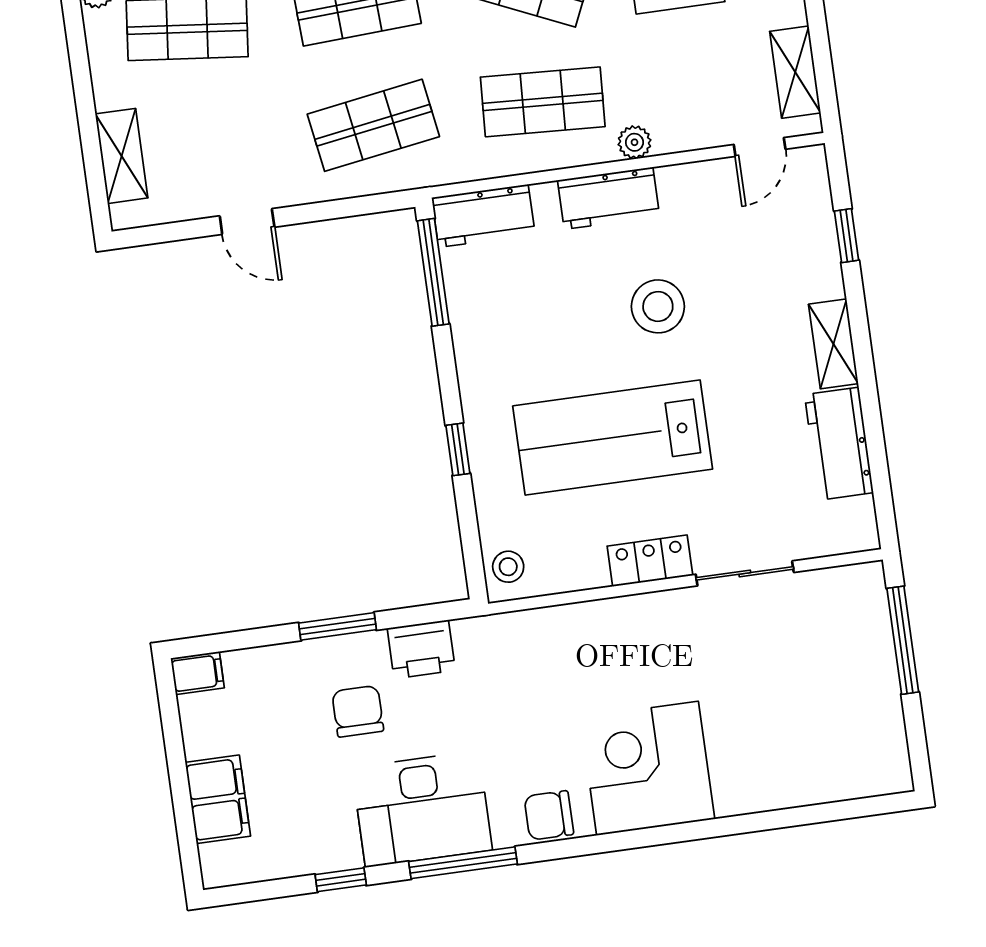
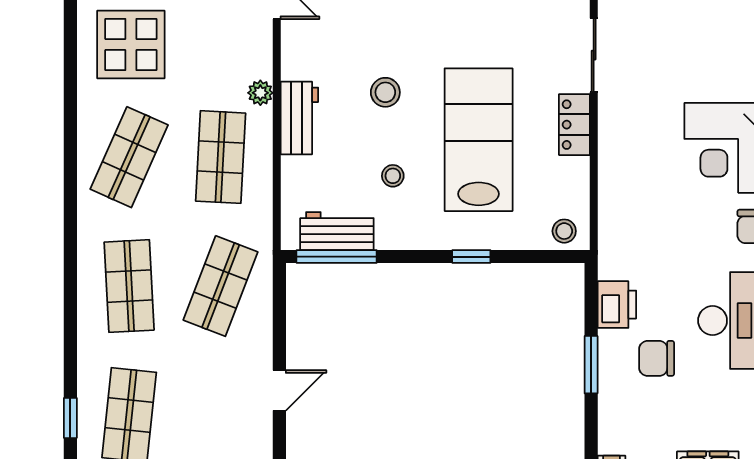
shop shelf: (373, 125) -> (221, 286), turned 30
workbench: (483, 216) -> (337, 231), moved, turned -90
stool: (658, 306) -> (385, 92), width x0.73, depth x0.73
stool: (550, 332) -> (393, 176), added
lab bench: (613, 438) -> (479, 140), turned 180

